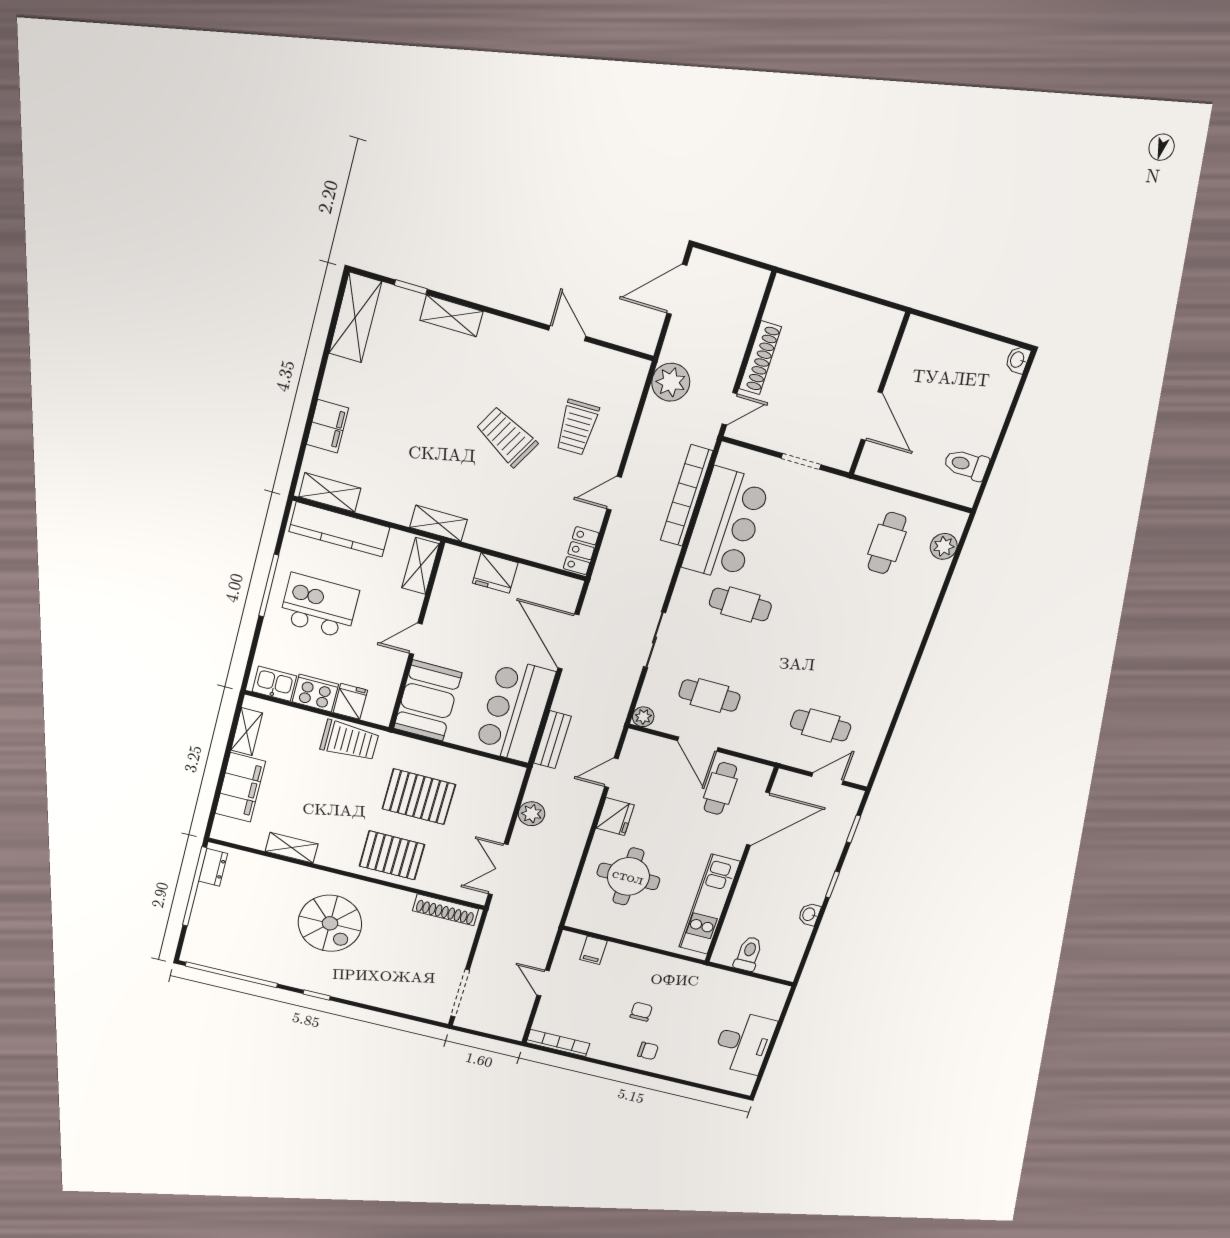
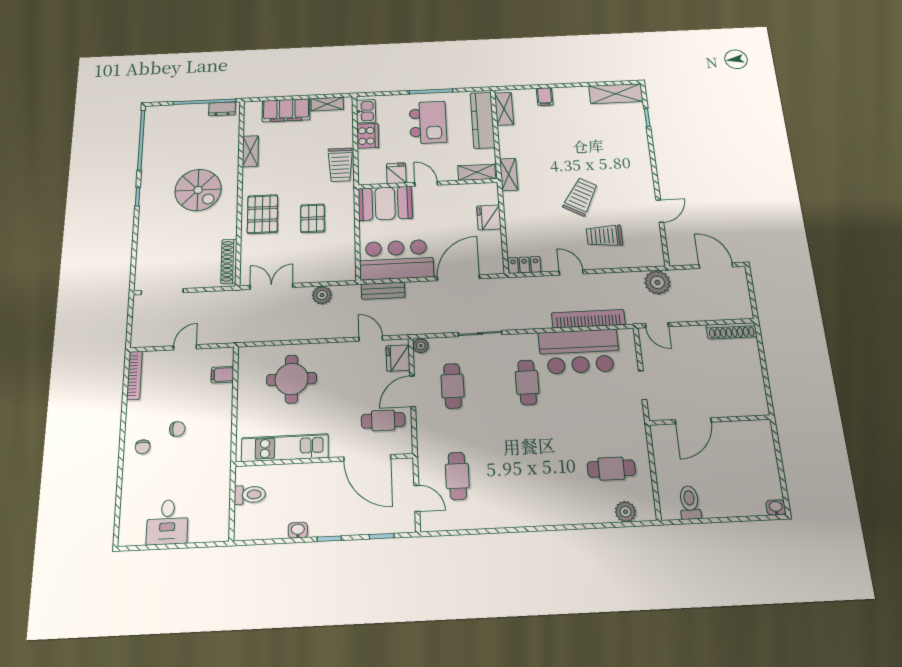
shelving: (451, 316) -> (640, 144), removed
shoe rack: (760, 358) -> (731, 331), moved
filing cabinet: (327, 426) -> (545, 97), width x0.50
fridge: (350, 701) -> (396, 173), moved, turned -90
pallet: (419, 797) -> (313, 218), width x0.67, depth x0.71
fridge: (615, 817) -> (398, 358), moved, turned 90
spiral stairs: (330, 923) -> (198, 190), turned -90
desk: (744, 1043) -> (167, 522), width x0.73

